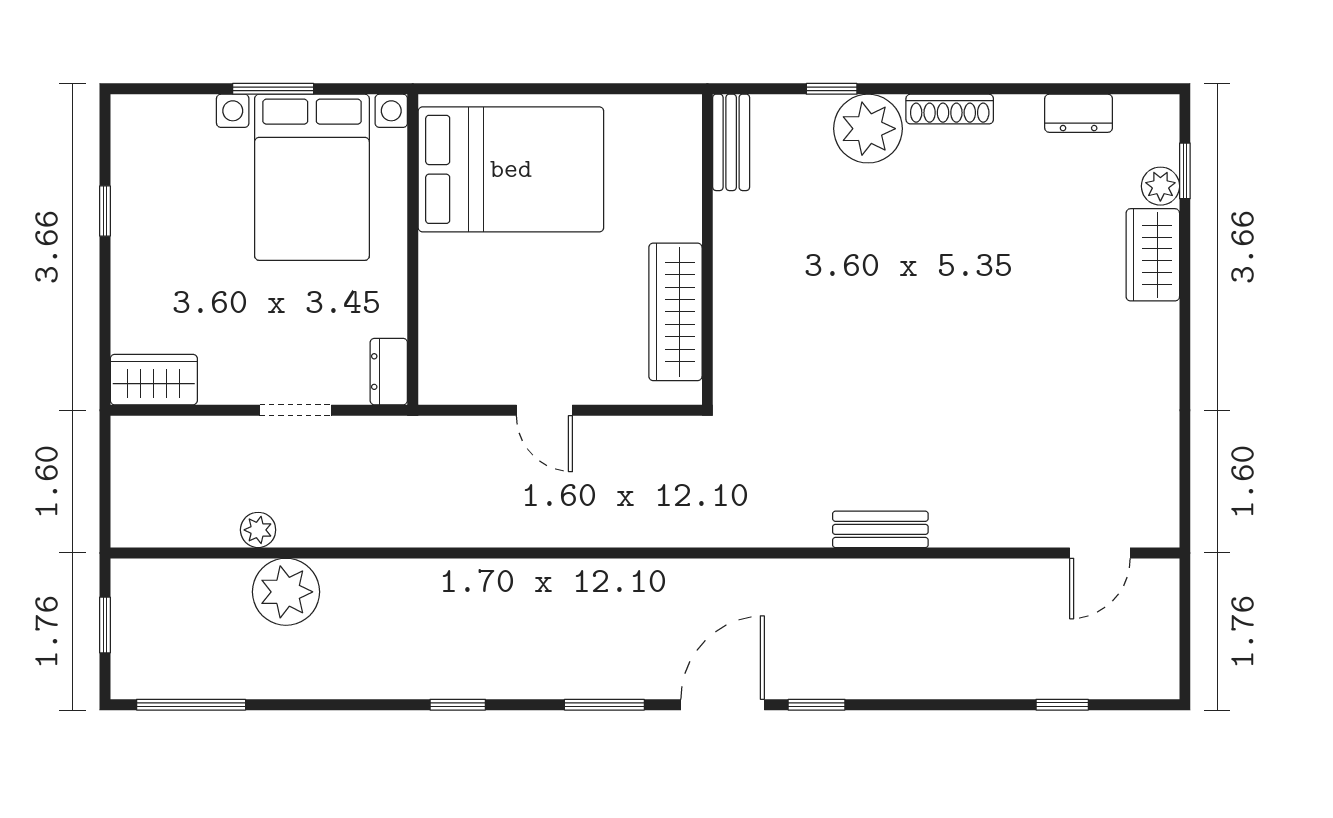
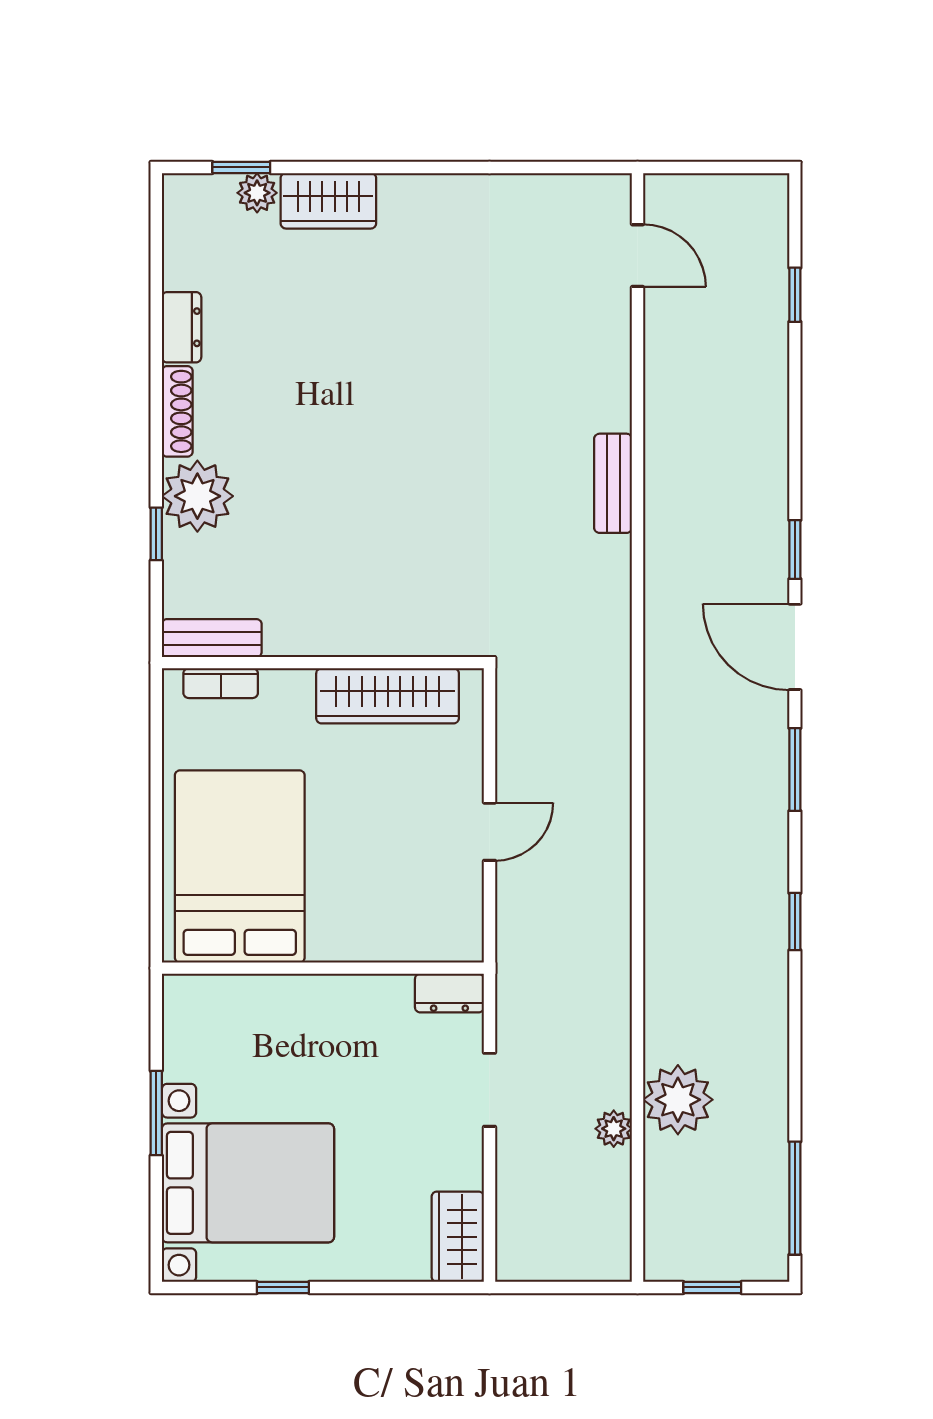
dresser: (1079, 113) -> (182, 327), moved
bookcase: (688, 151) -> (221, 683), added
bed with nightstands: (312, 177) -> (248, 1183), moved

